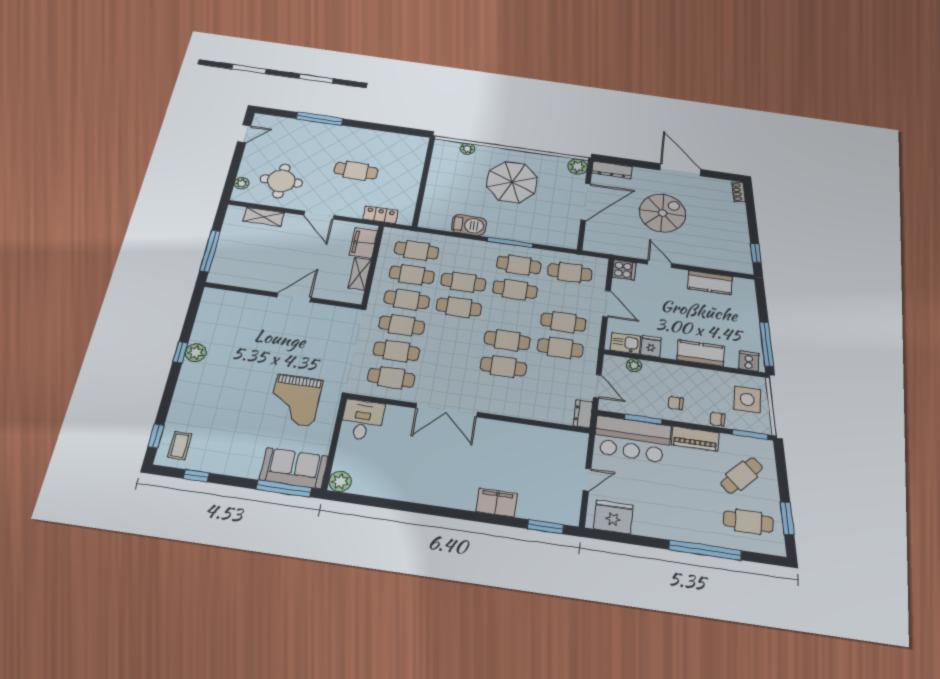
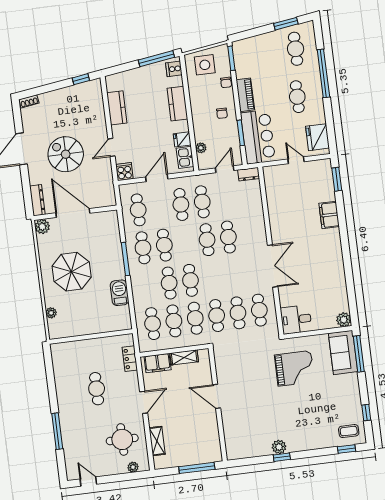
cafe table: (742, 476) -> (297, 97), moved, turned 47

